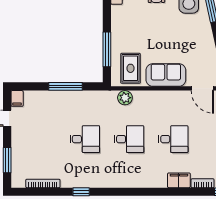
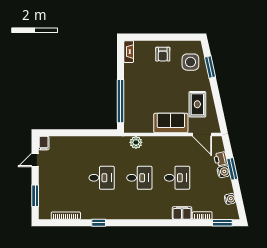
window: (107, 49) -> (121, 101), width x1.46
rug: (130, 68) -> (197, 104), moved
window: (65, 86) -> (85, 133), removed

